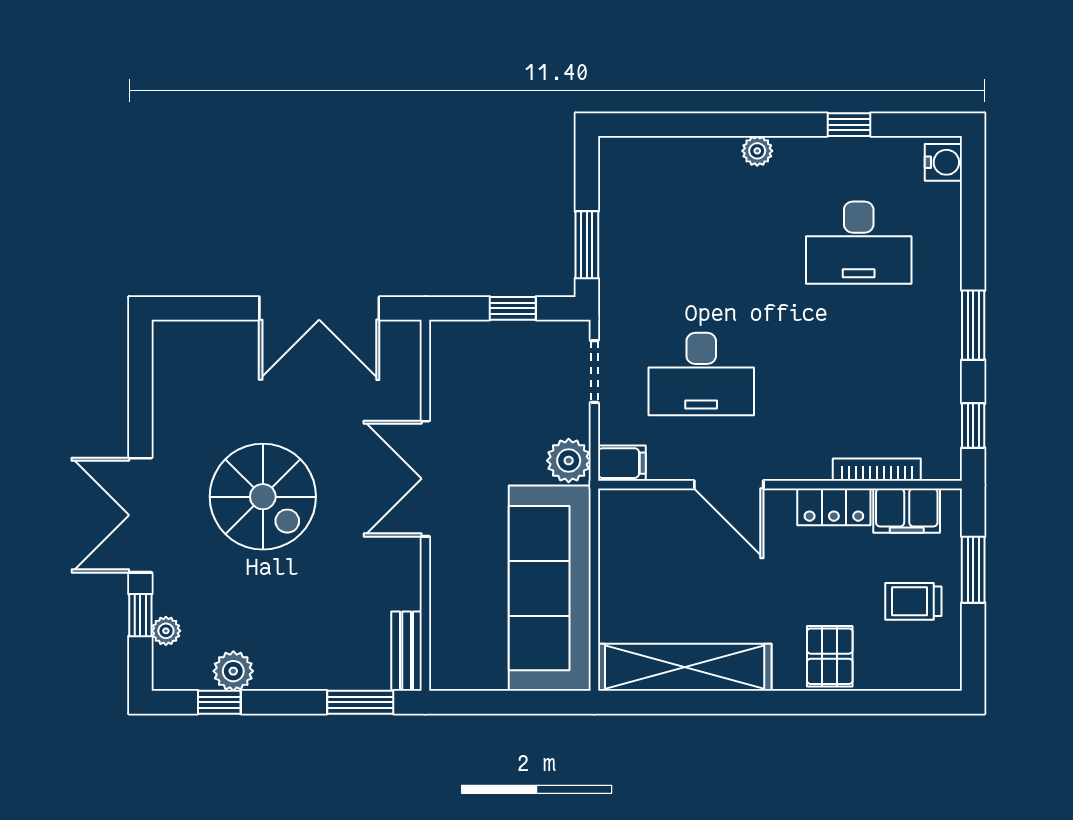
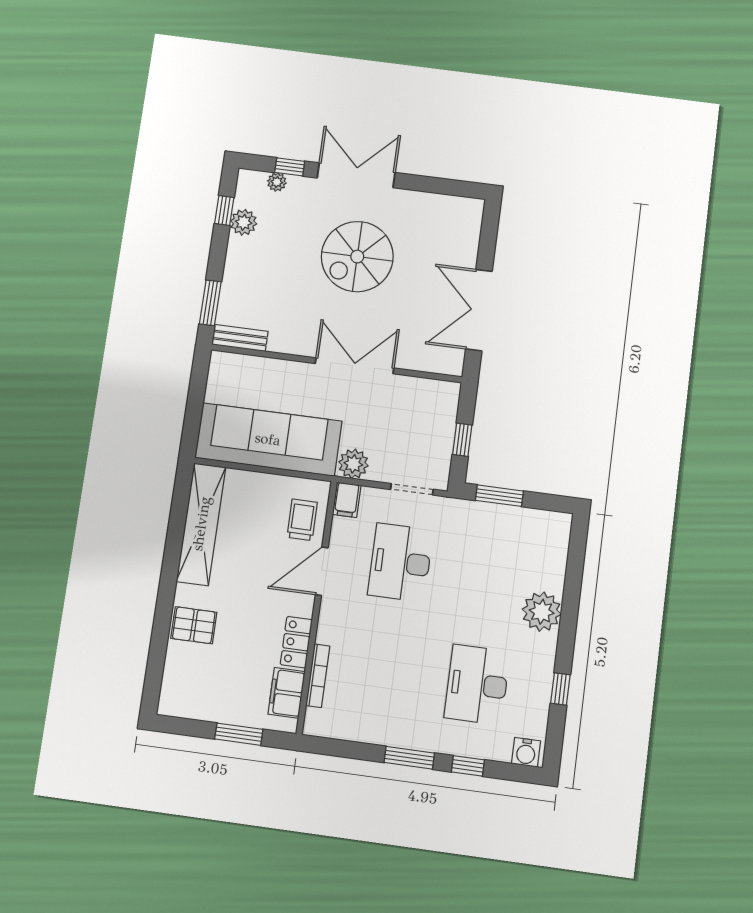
plant: (757, 151) -> (542, 612), width x1.88, depth x1.88
window: (973, 426) -> (468, 766), moved
trolley: (913, 601) -> (302, 520), moved

